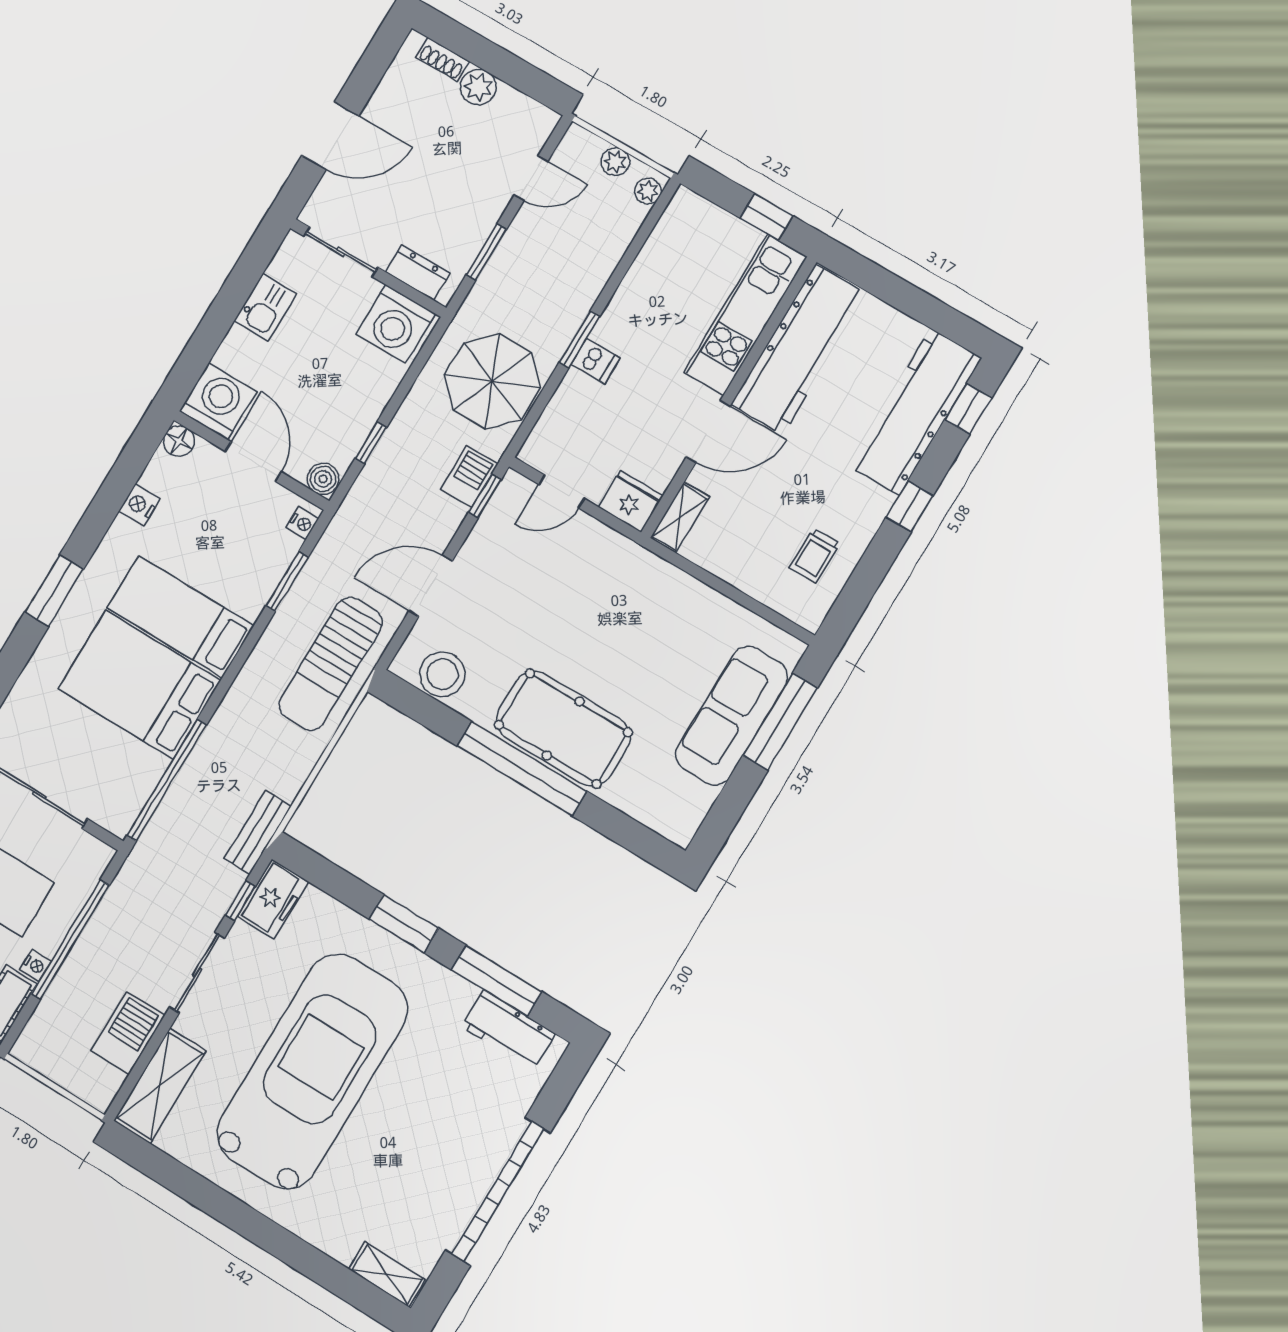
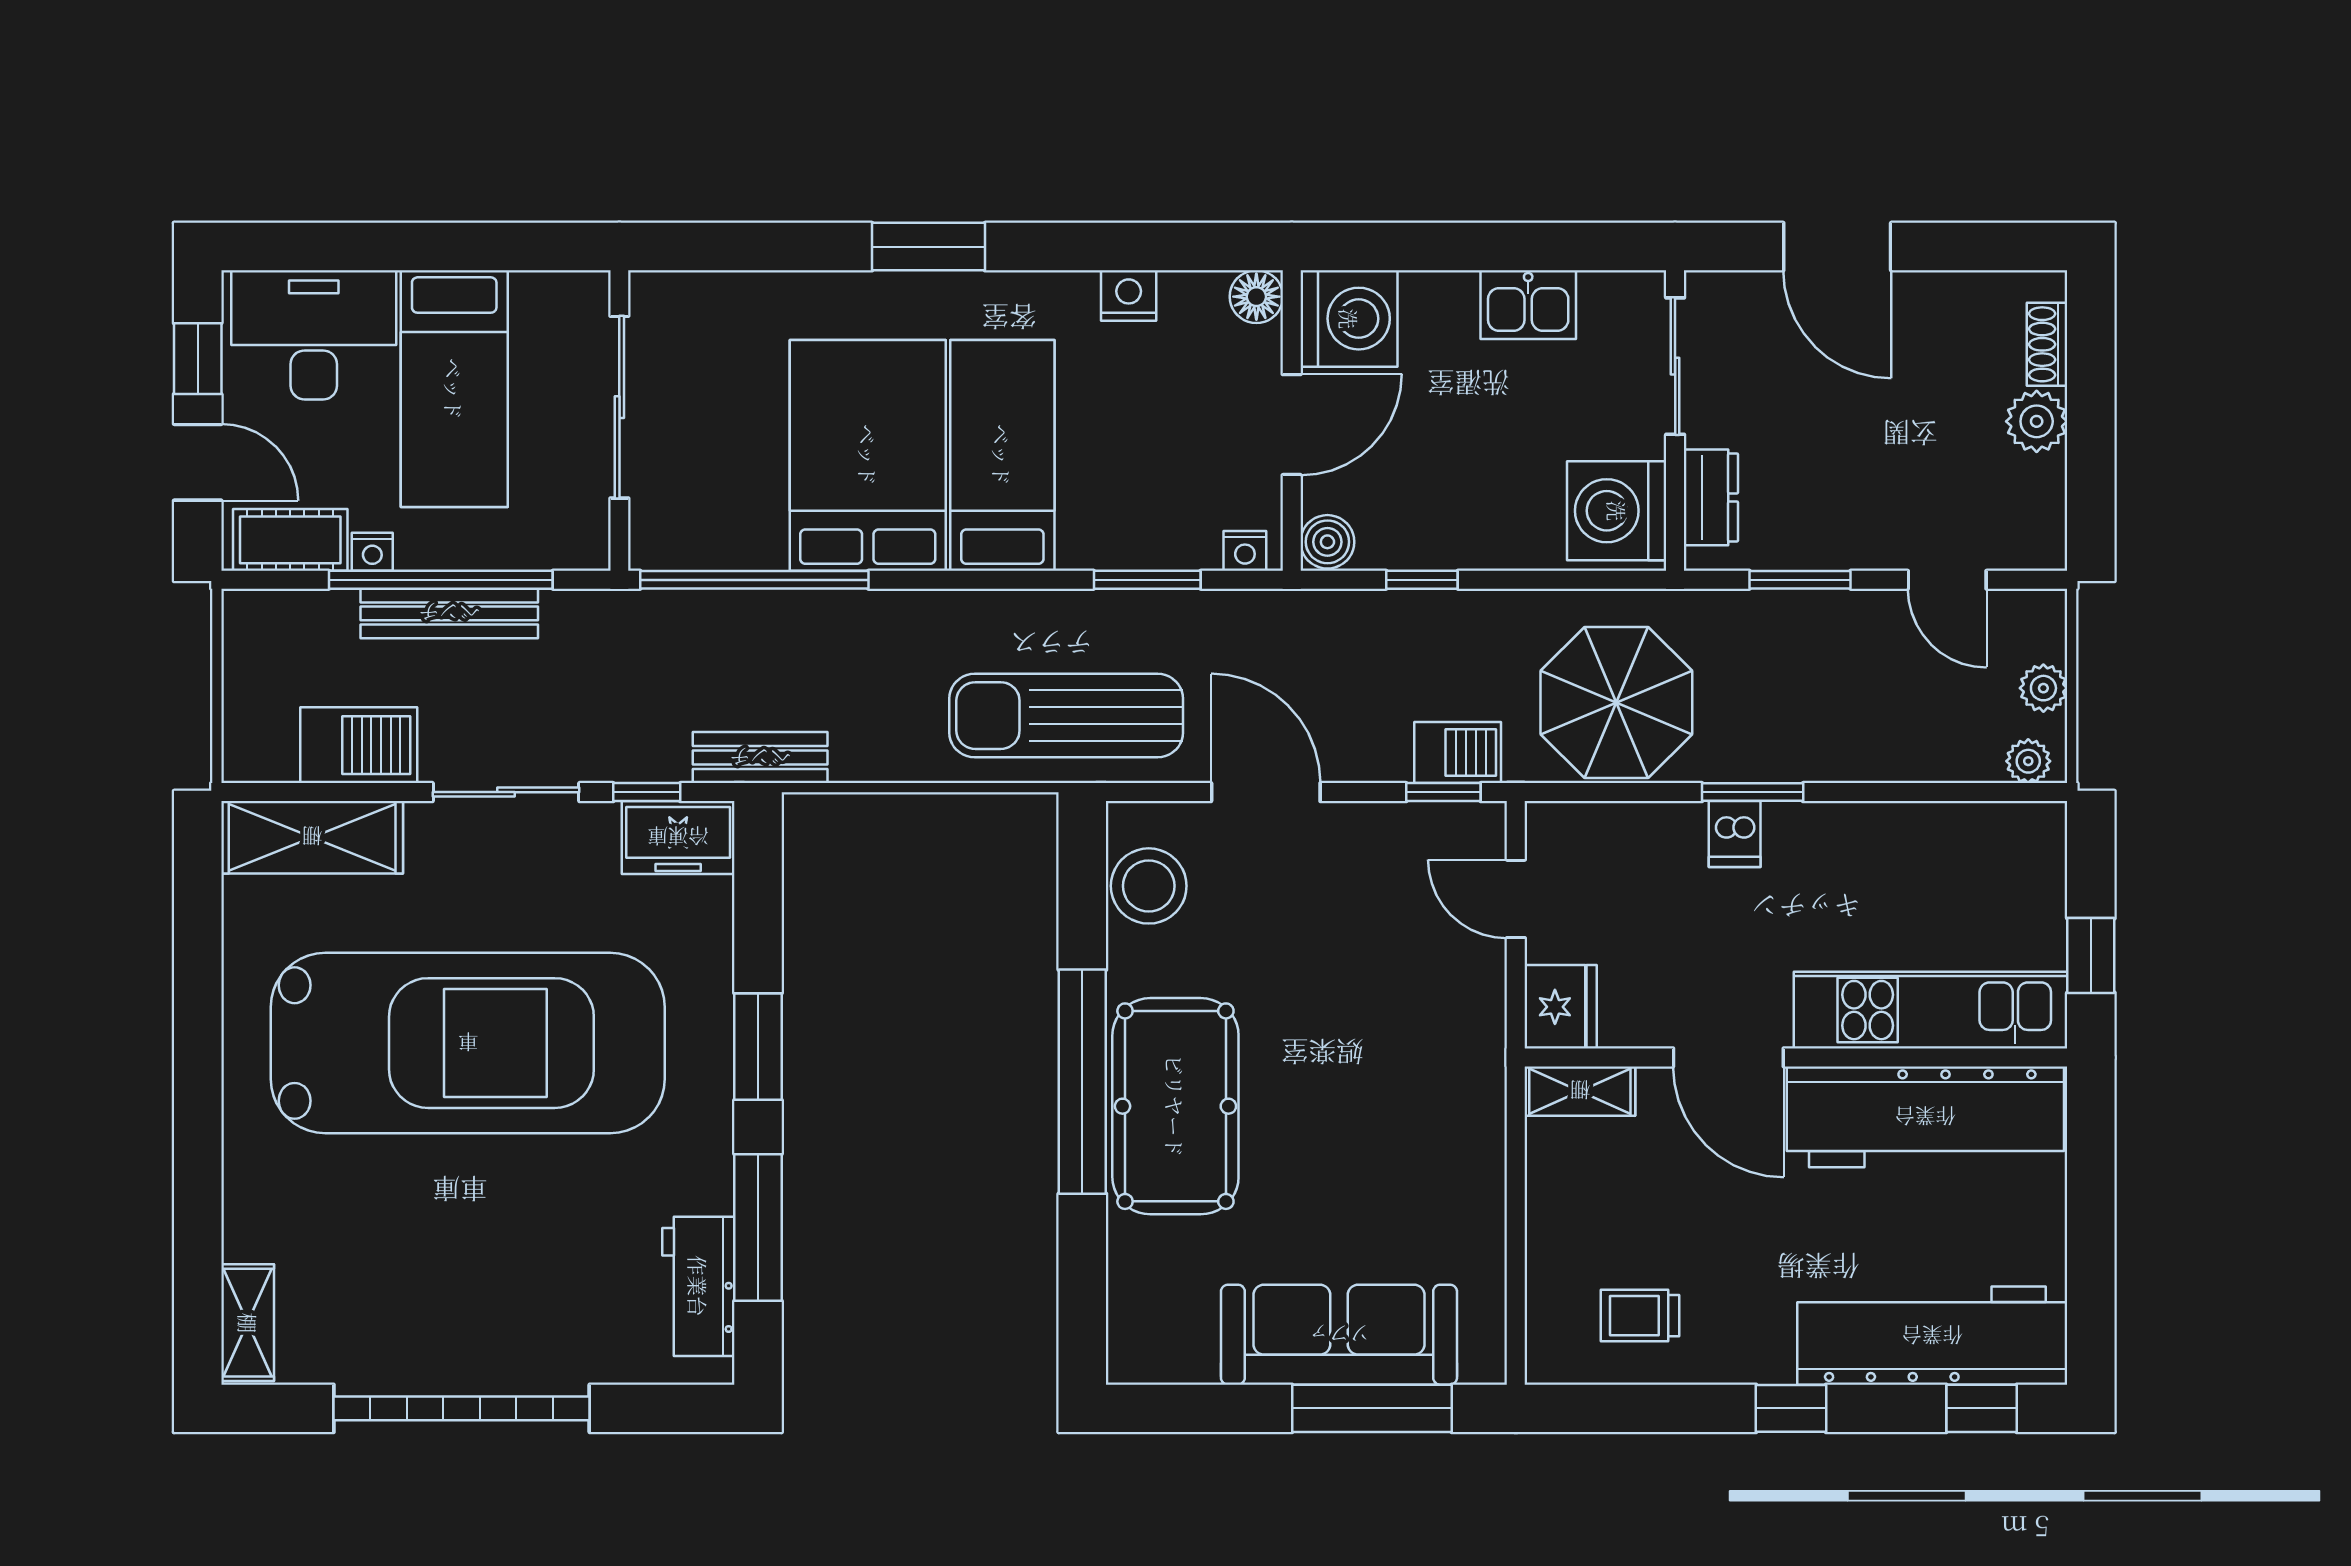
bench: (90, 946) -> (449, 613), added

